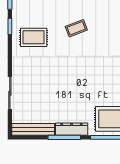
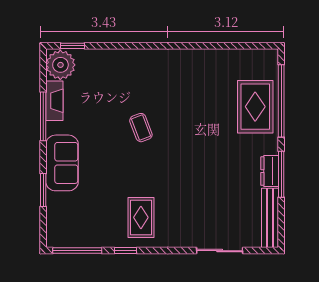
coffee table: (76, 28) -> (141, 128), moved
dresser: (72, 129) -> (270, 171), width x0.70

